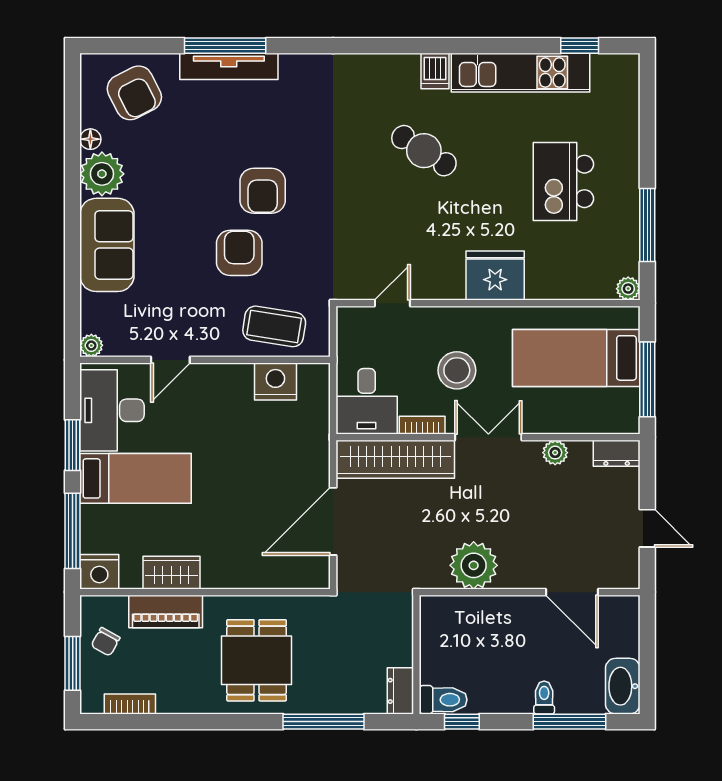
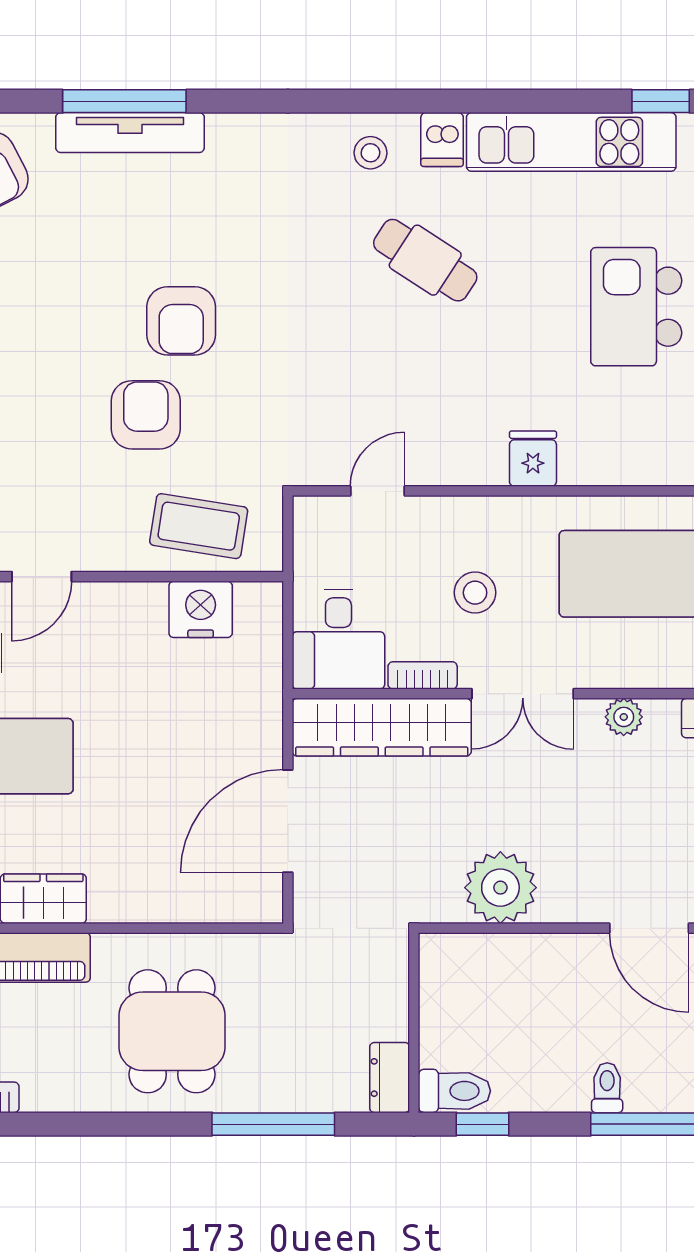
stool: (388, 80) -> (370, 153), added
fridge: (495, 276) -> (533, 459), width x0.53, depth x0.75
stool: (457, 370) -> (475, 593), width x0.73, depth x0.73
double door: (488, 437) -> (523, 694), swing flipped

